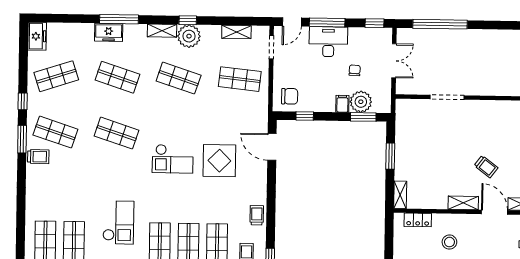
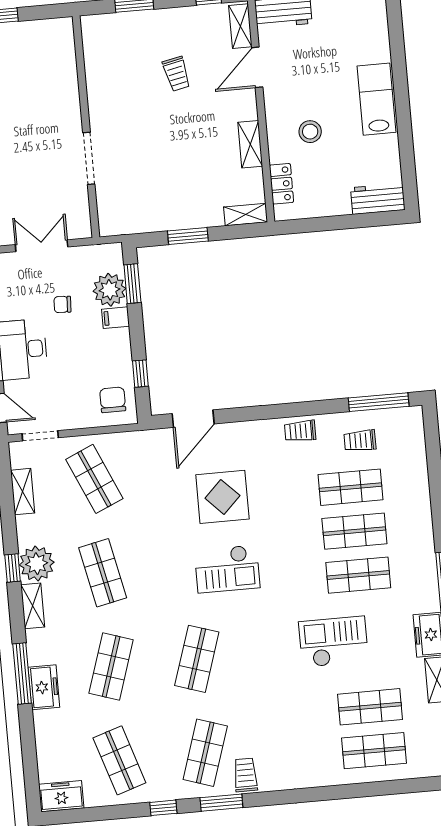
shop shelf: (179, 78) -> (103, 573), turned -30
shop shelf: (240, 79) -> (94, 479), turned -30
checkout: (173, 159) -> (227, 569), turned 90
trolley: (486, 167) -> (176, 74), moved, turned 131
shelving: (463, 203) -> (250, 144), moved

